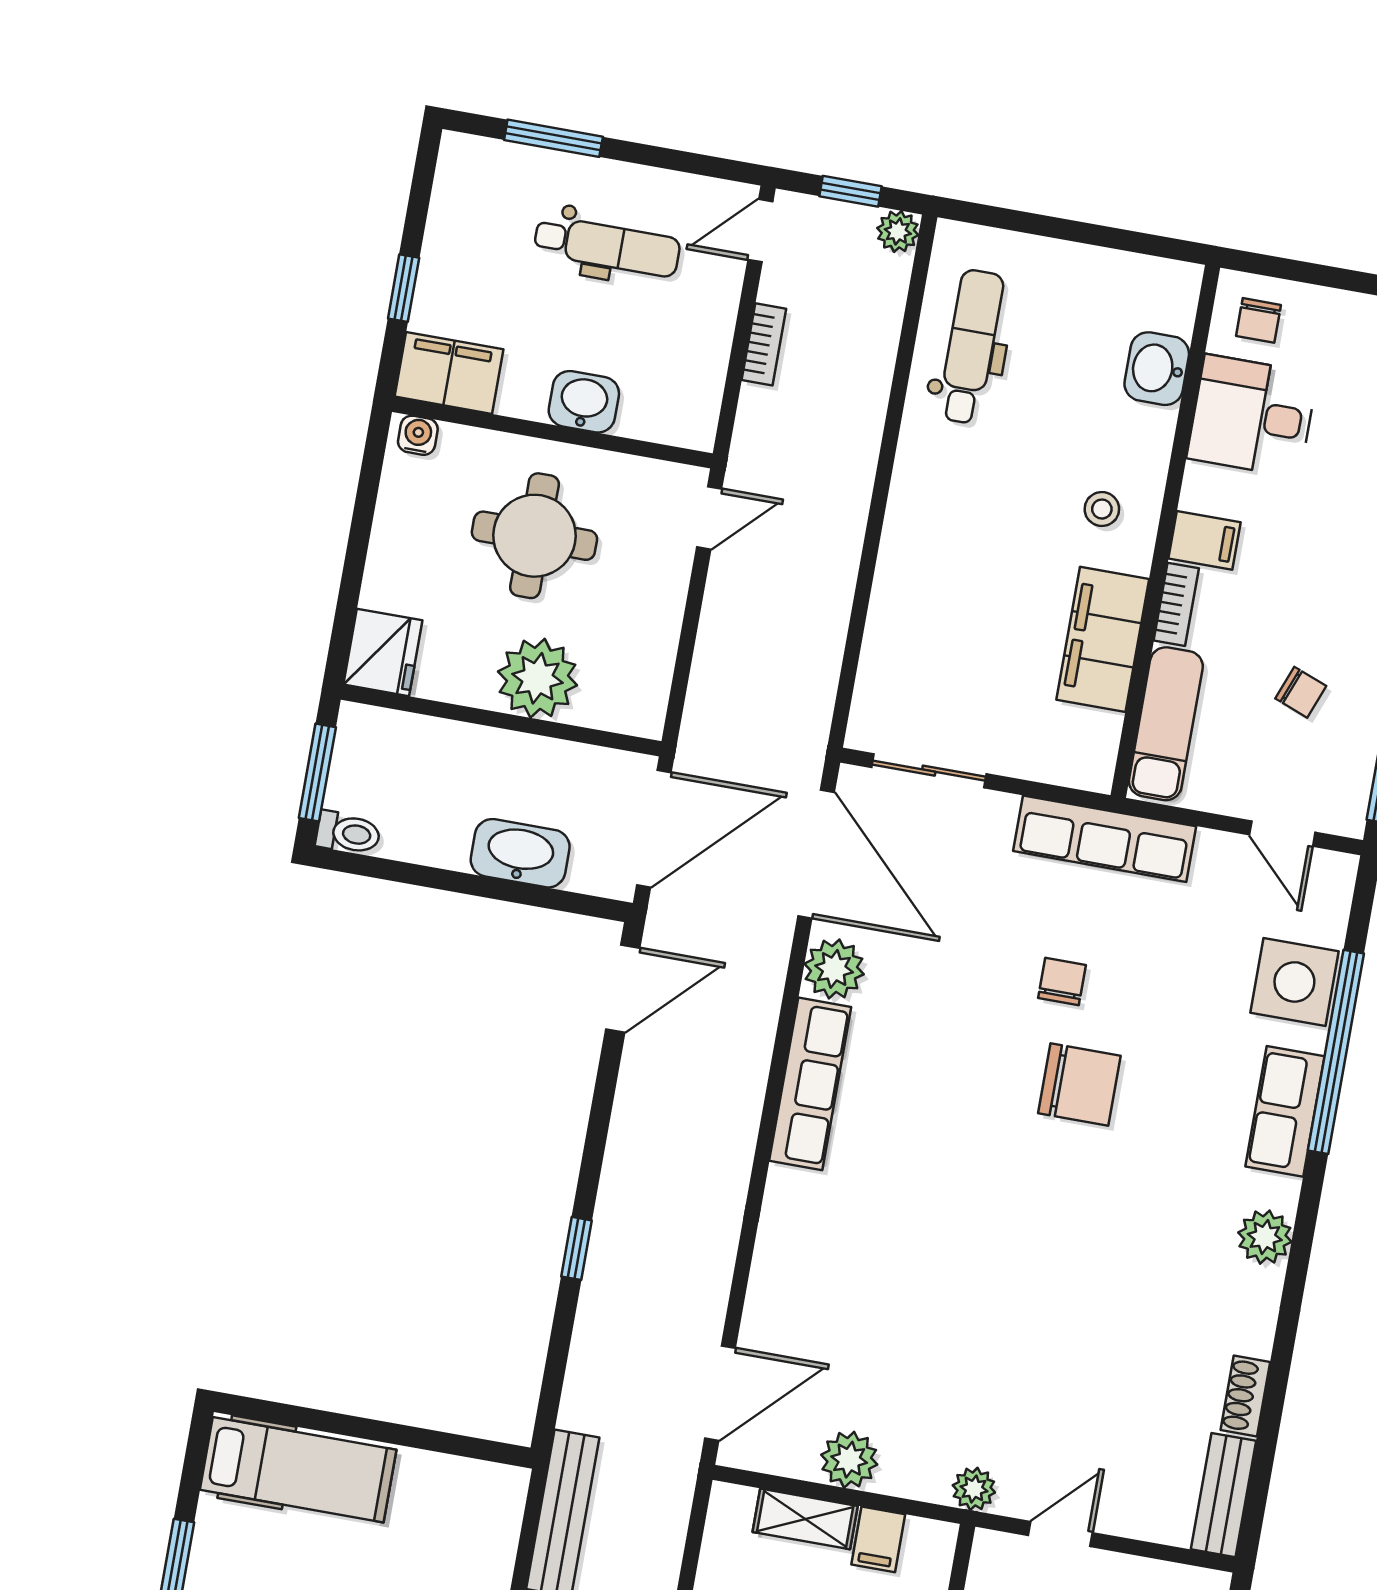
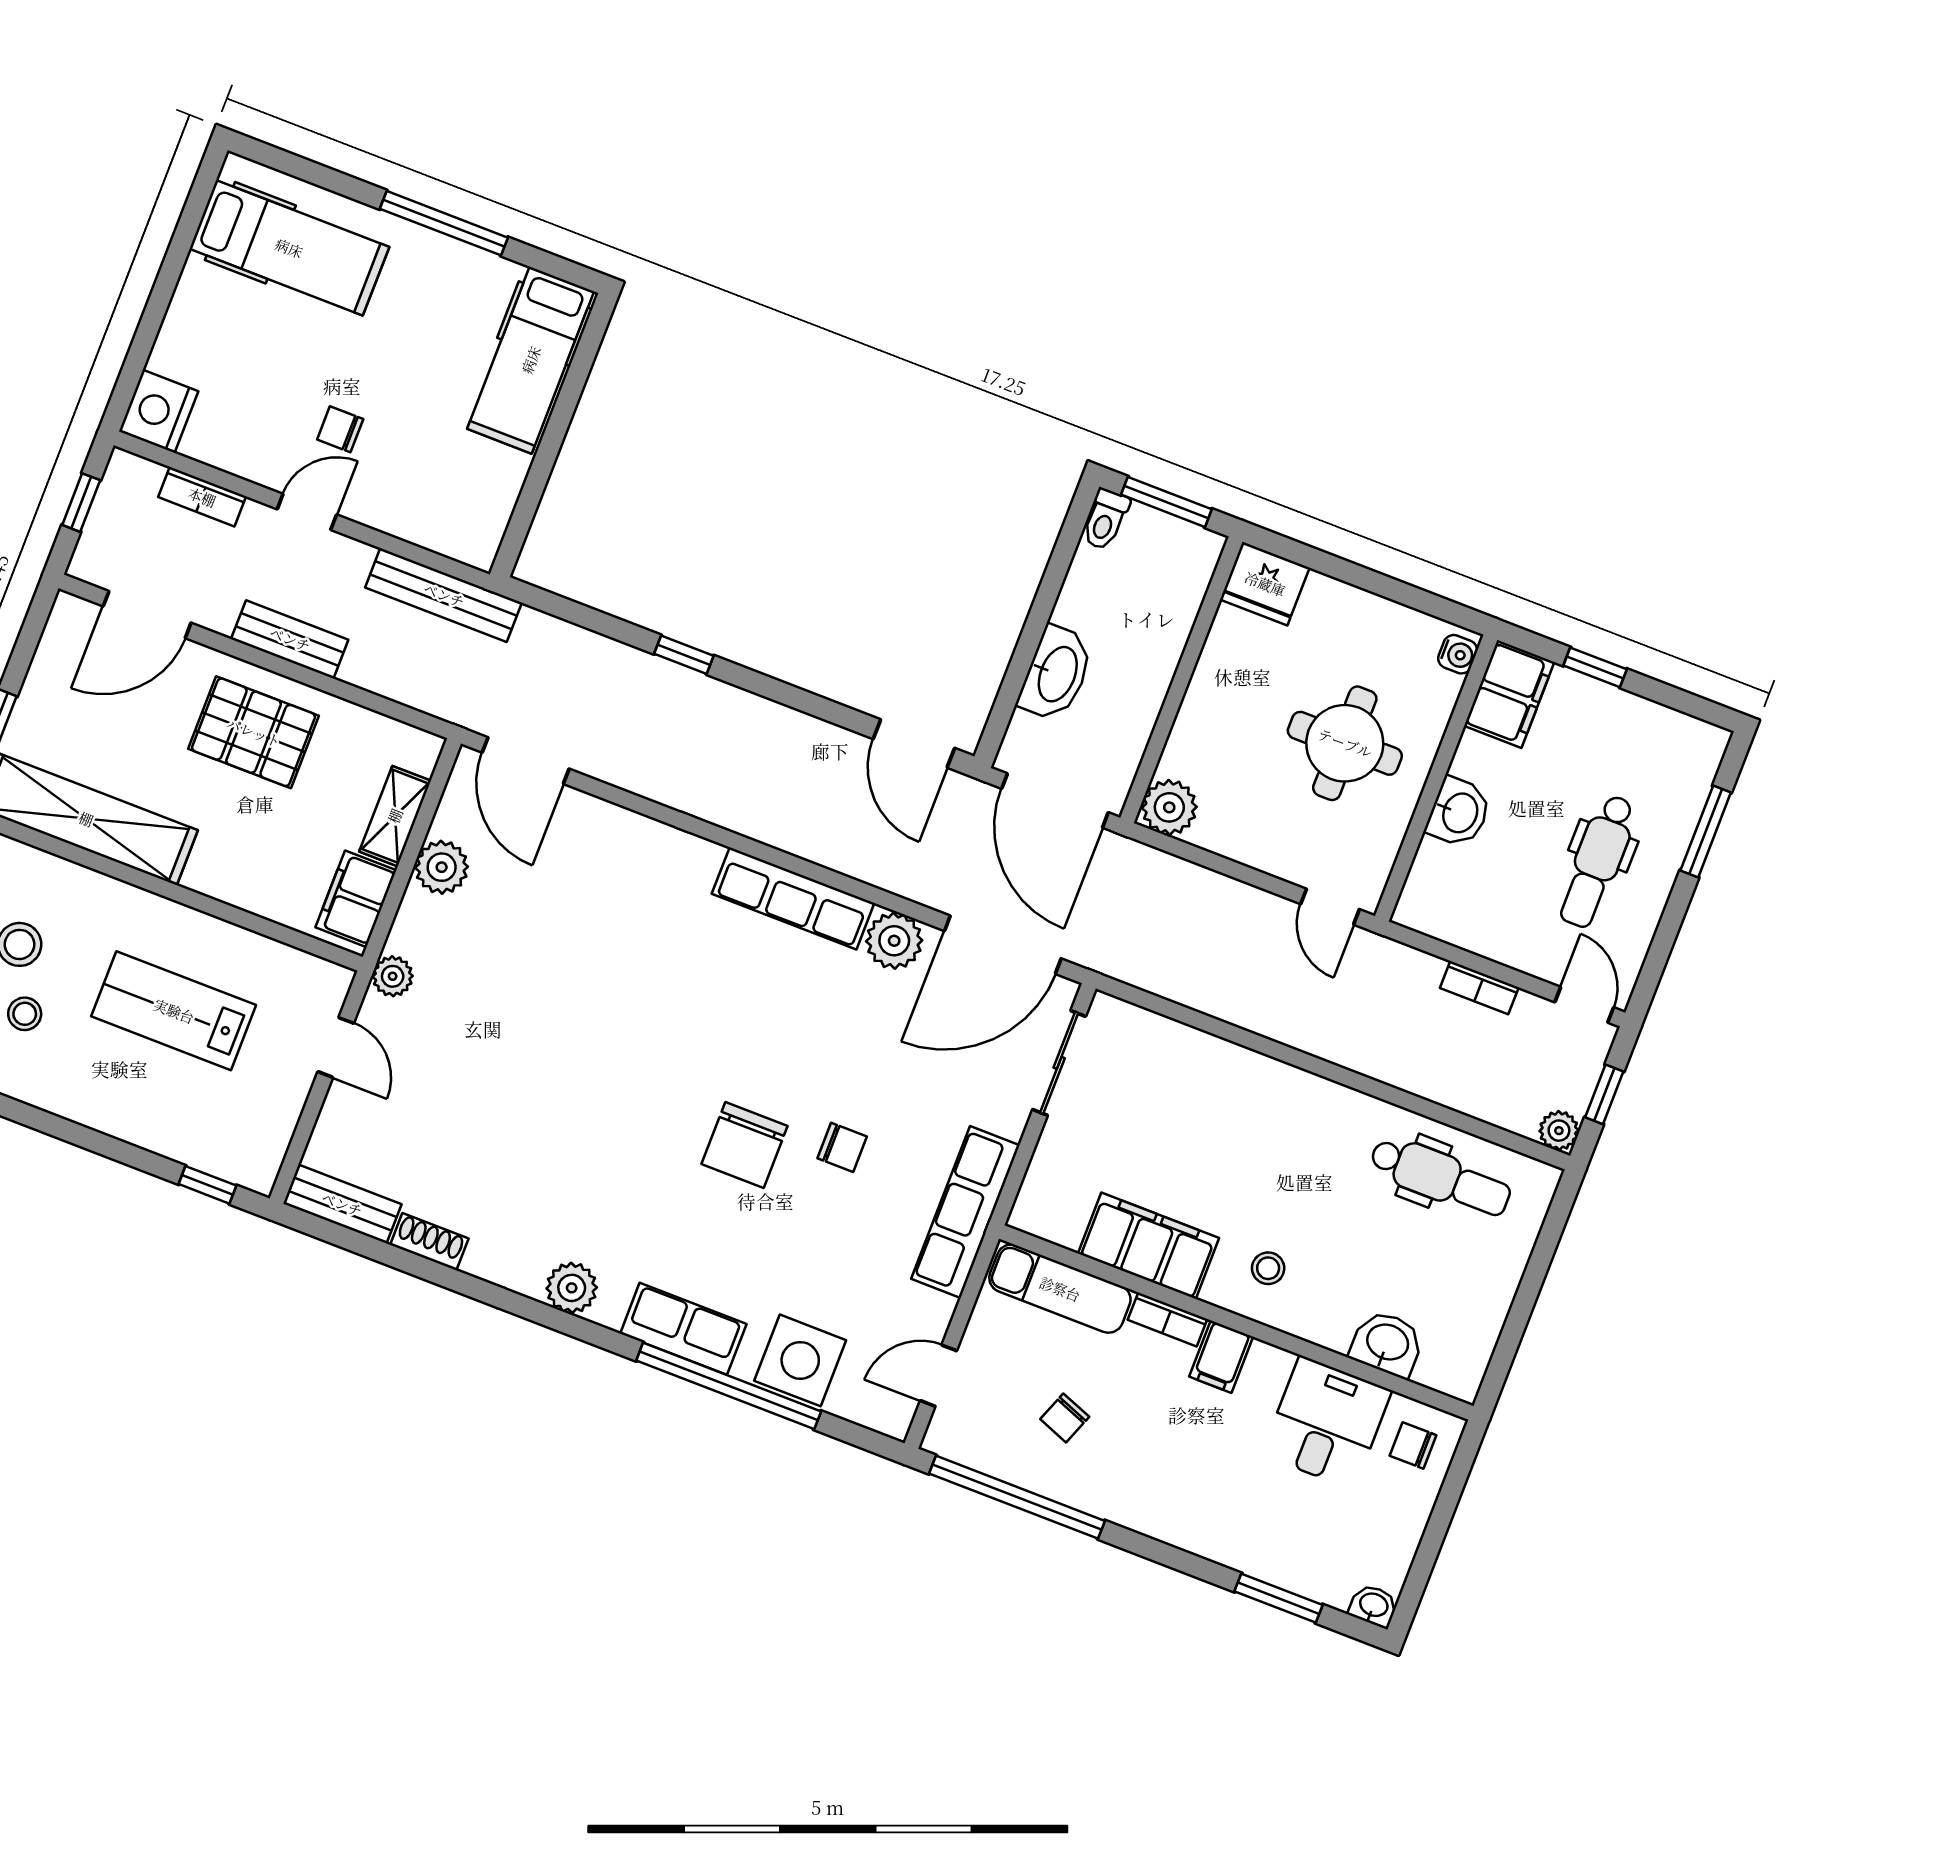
plant: (537, 678) -> (1169, 807), moved, width x0.73, depth x0.73
filing cabinet: (878, 1539) -> (356, 899), width x2.00

